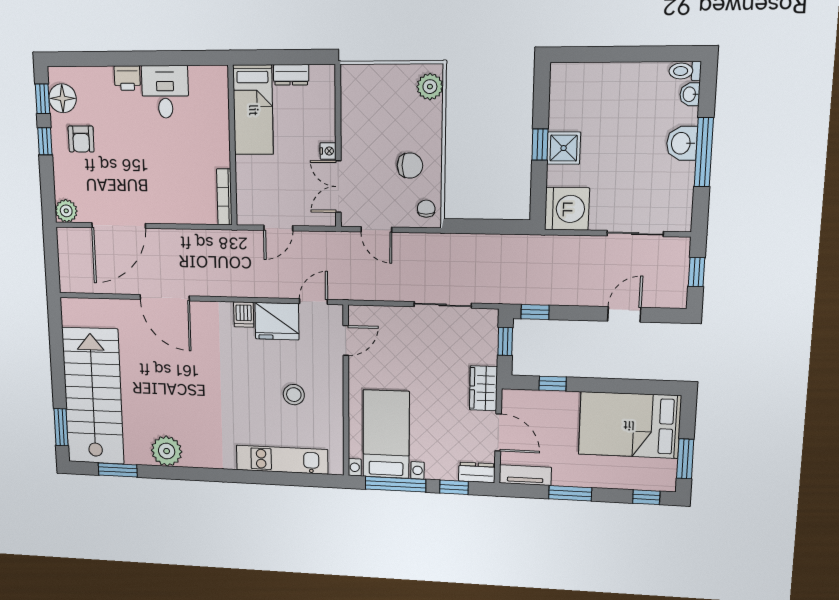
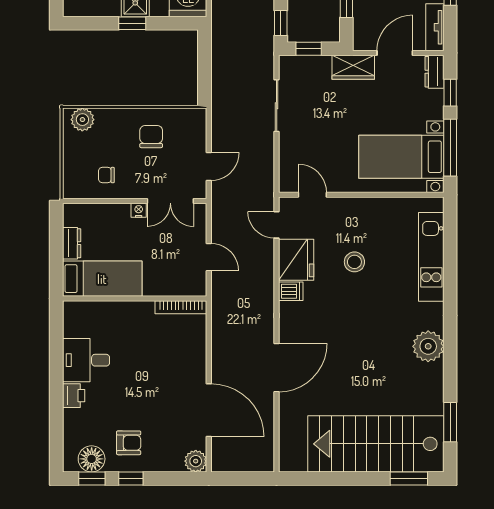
chair: (426, 209) -> (106, 175), moved
stool: (294, 395) -> (354, 262), moved
plant: (167, 451) -> (428, 346), moved

